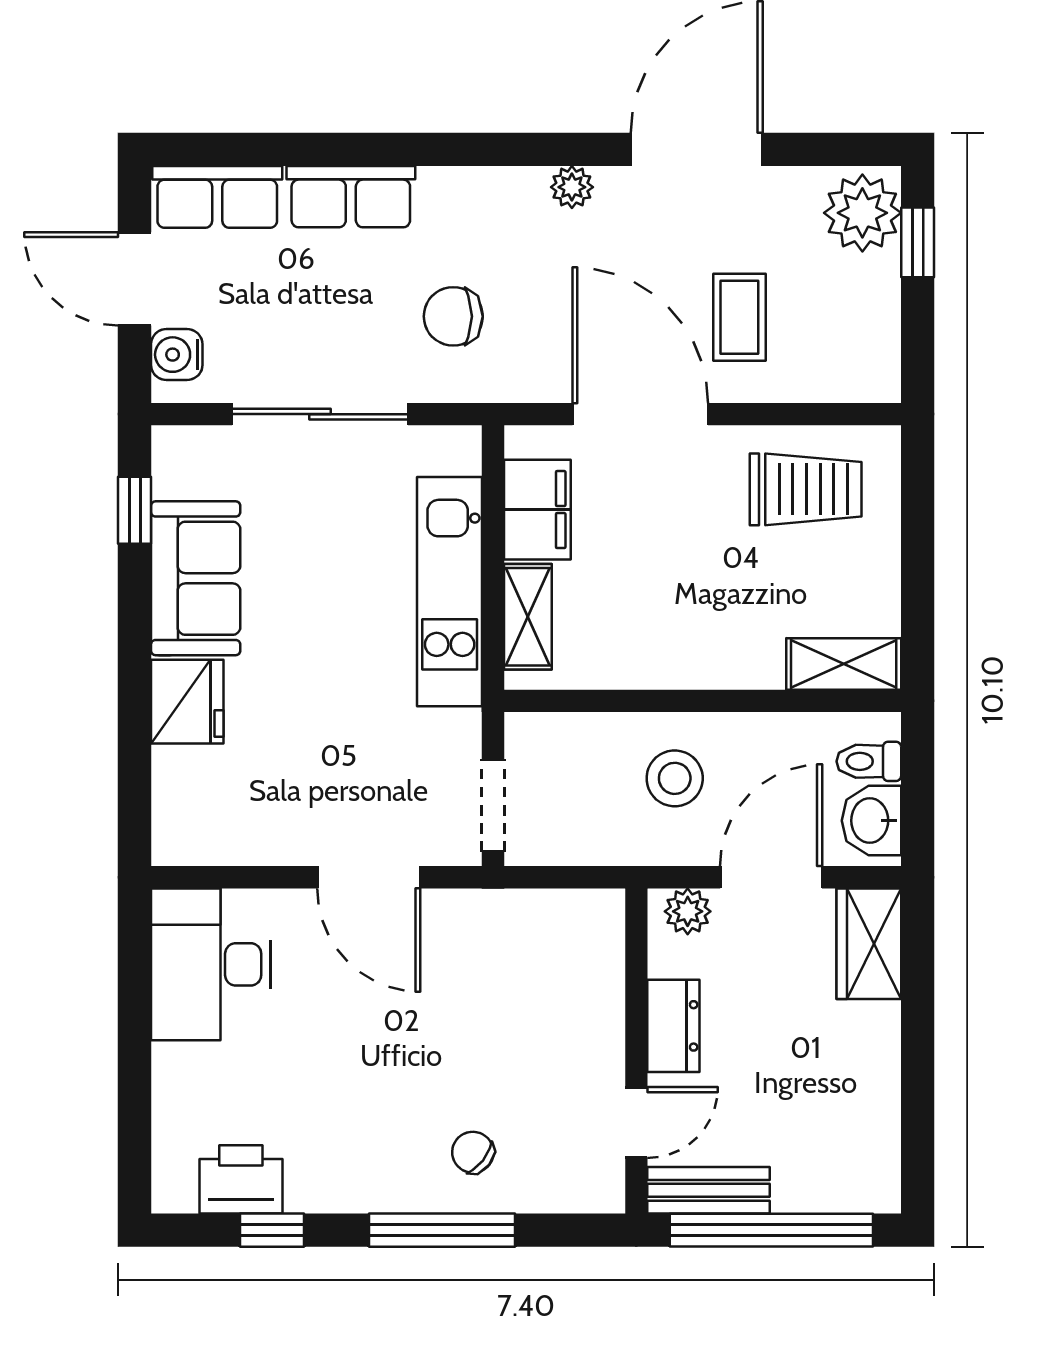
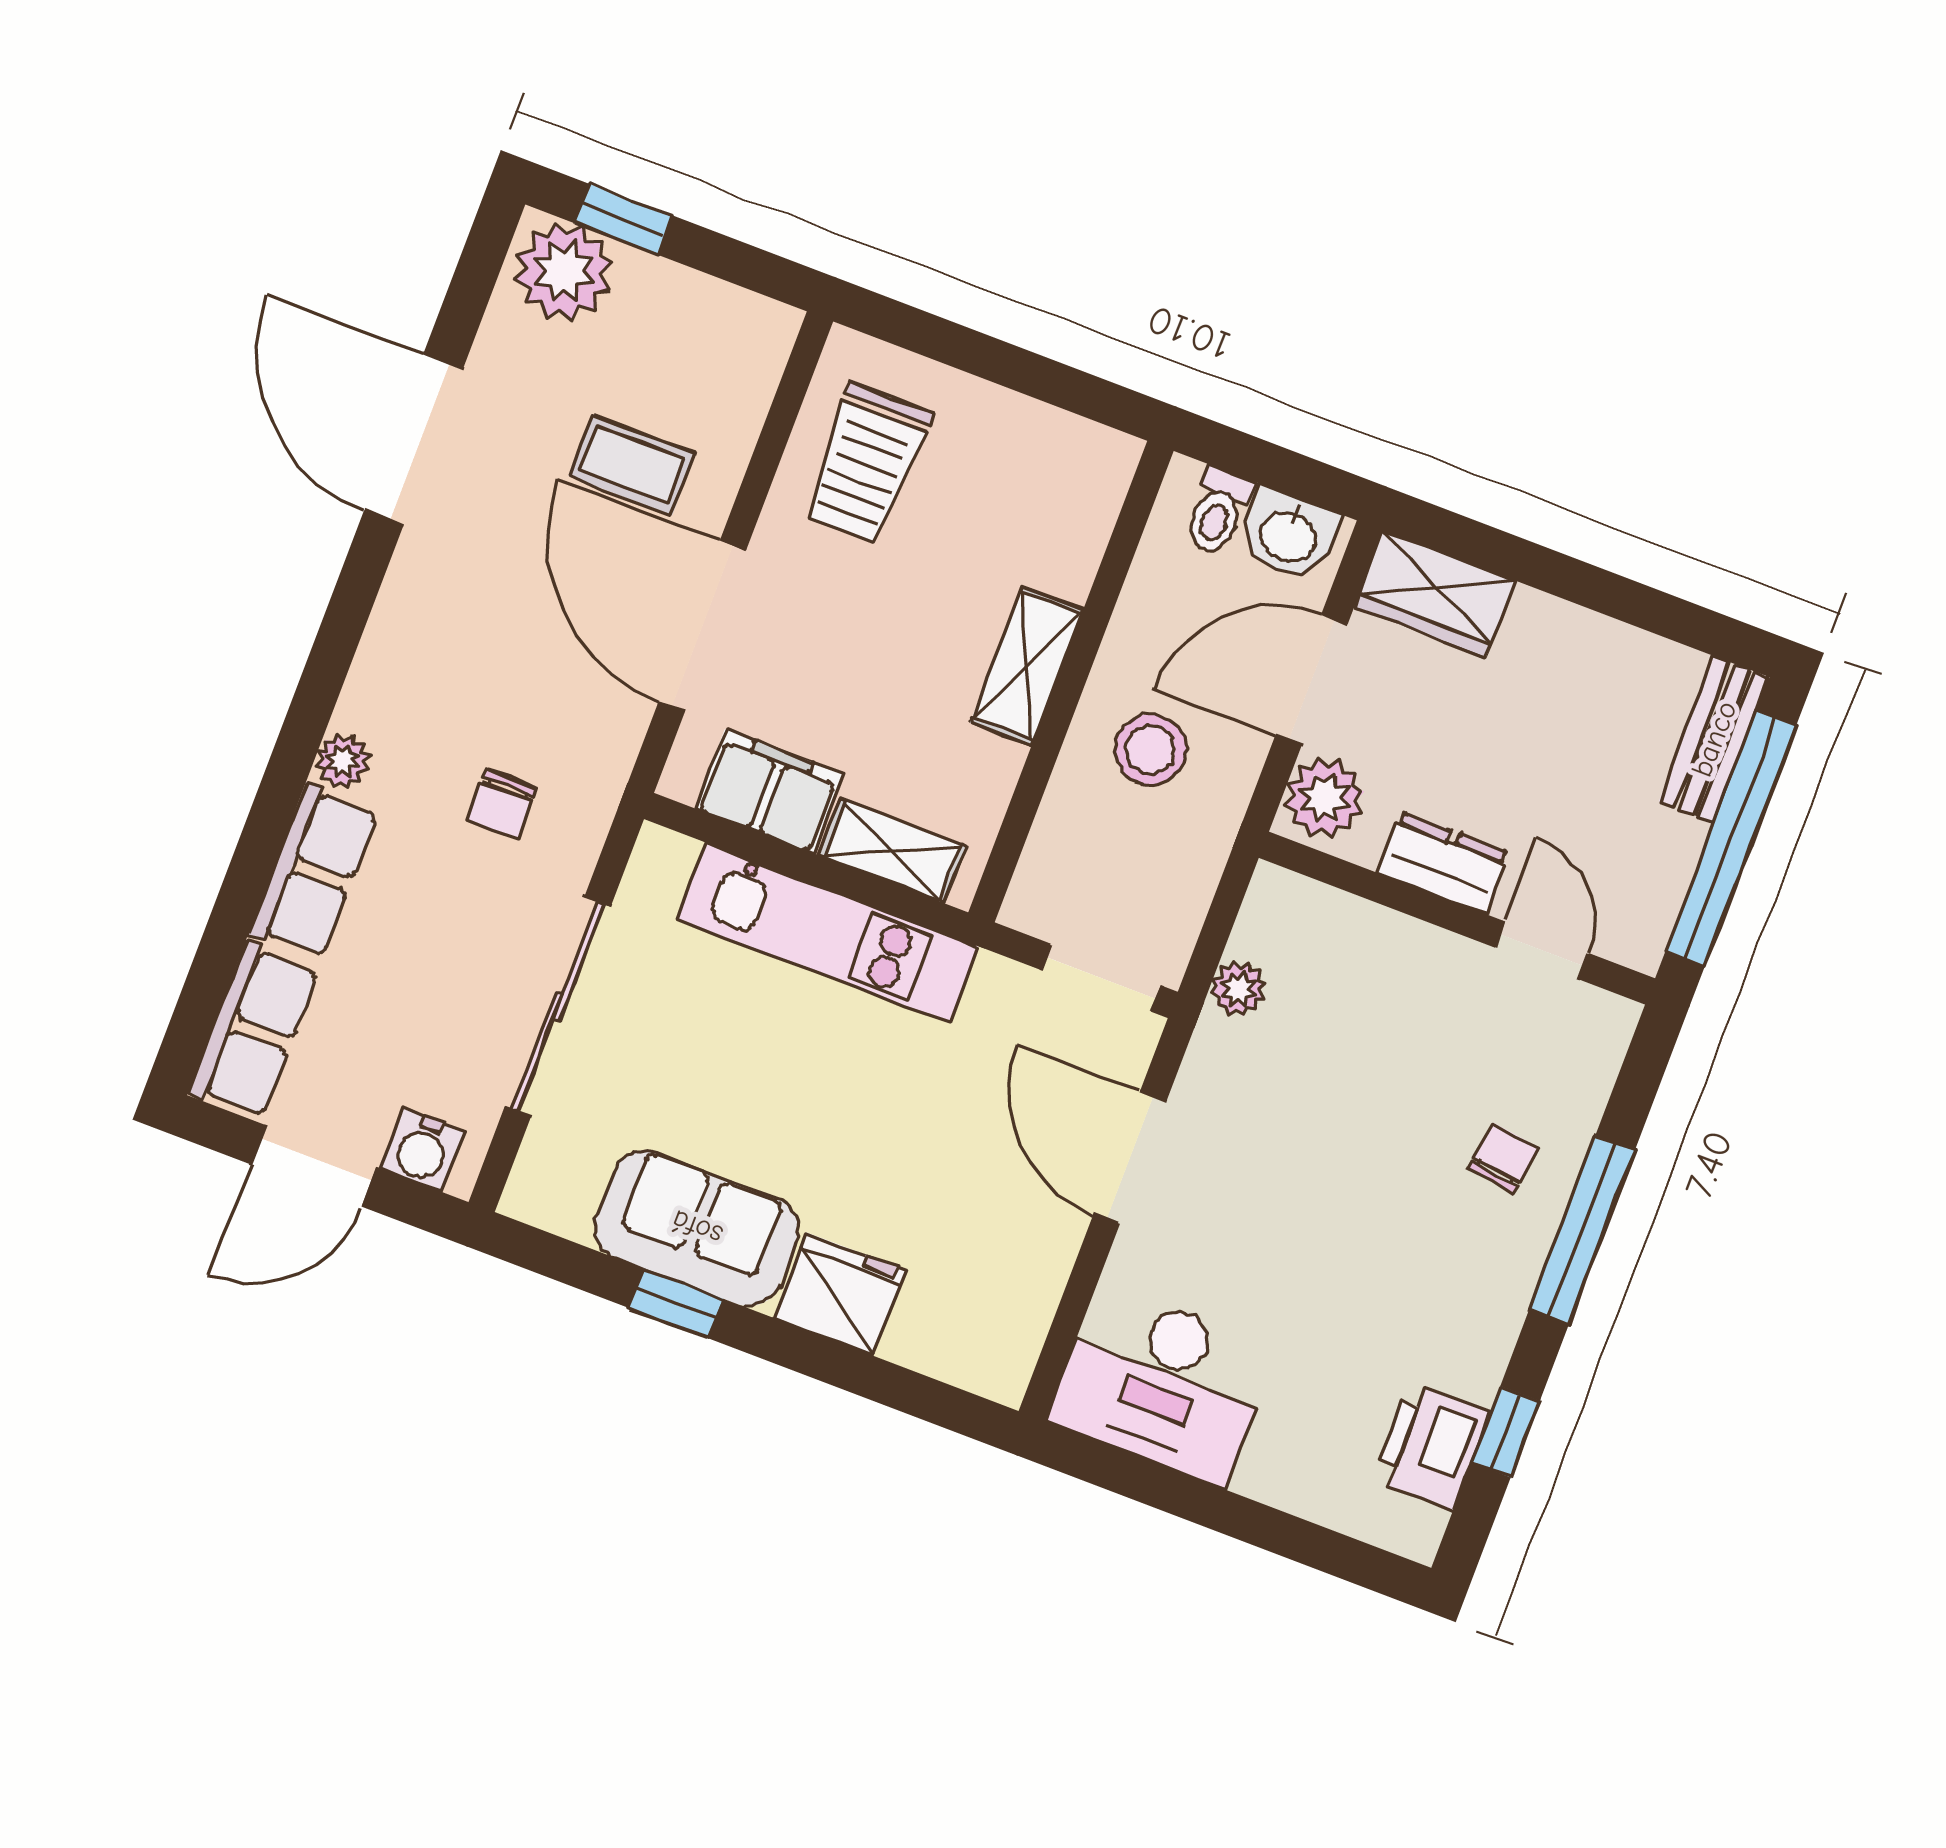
plant: (572, 187) -> (343, 761), moved
chair: (453, 316) -> (502, 804), width x0.73, depth x0.73
door: (640, 414) -> (702, 626), hinge flipped
trolley: (806, 489) -> (866, 464), turned 180
window: (135, 510) -> (676, 1303), moved
shelving: (844, 664) -> (1027, 666), moved
door: (369, 877) -> (1130, 1158), swing flipped
door: (771, 877) -> (1311, 680), hinge flipped
plant: (523, 910) -> (1239, 989), added
plant: (688, 911) -> (1325, 798), width x1.38, depth x1.38
chair: (473, 1152) -> (1504, 1158), turned 150
bench: (709, 1190) -> (1714, 739), moved

